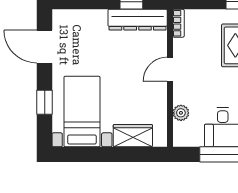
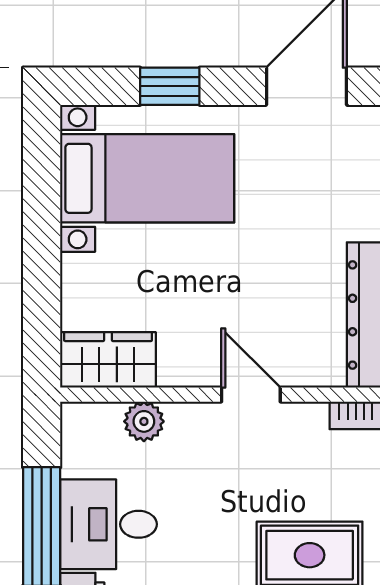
wardrobe: (133, 136) -> (108, 360), moved, turned -90

